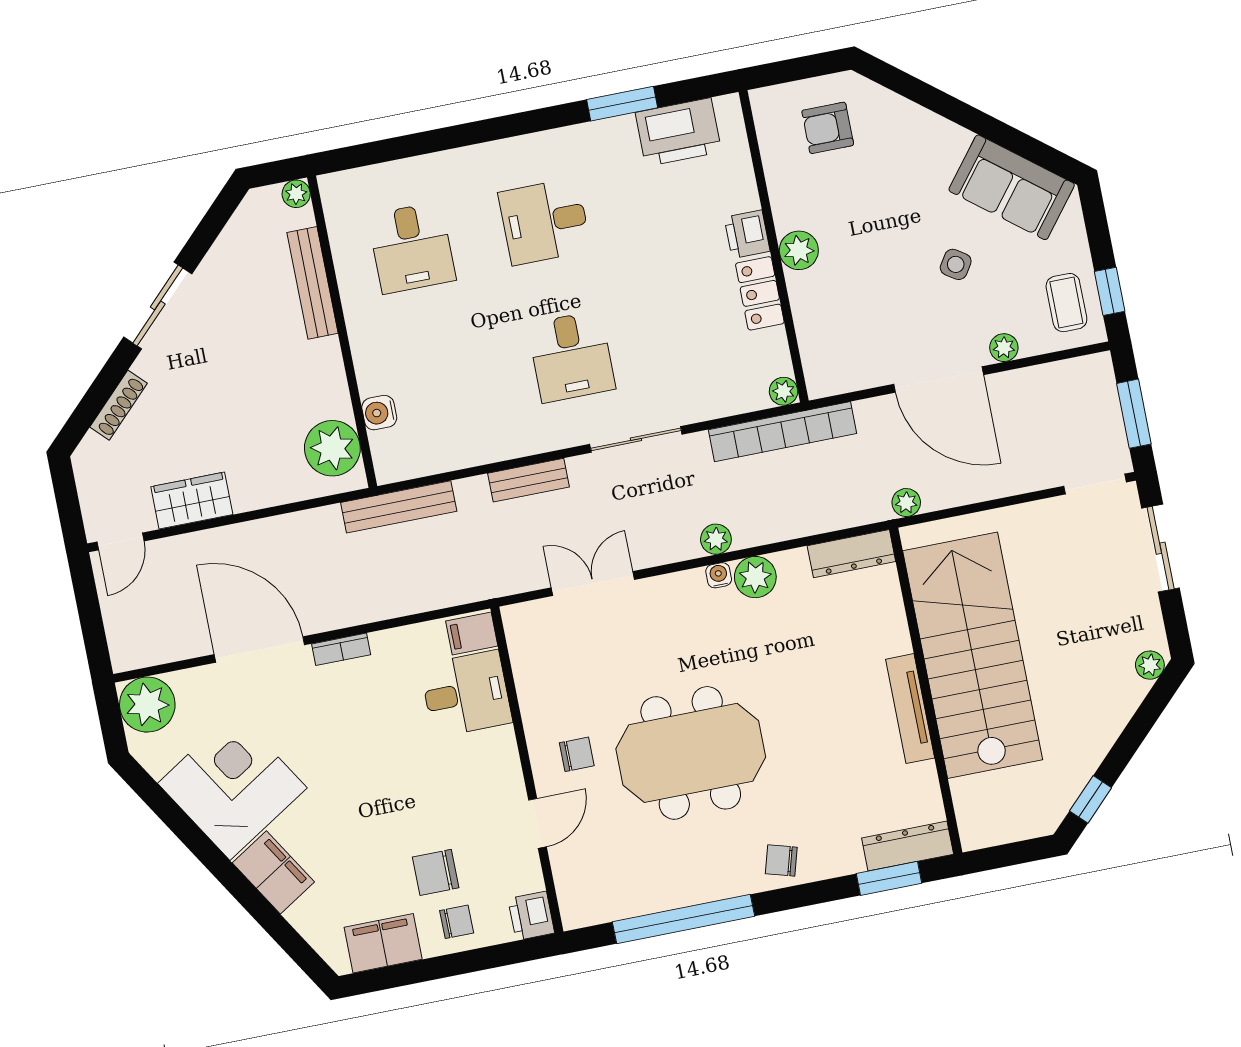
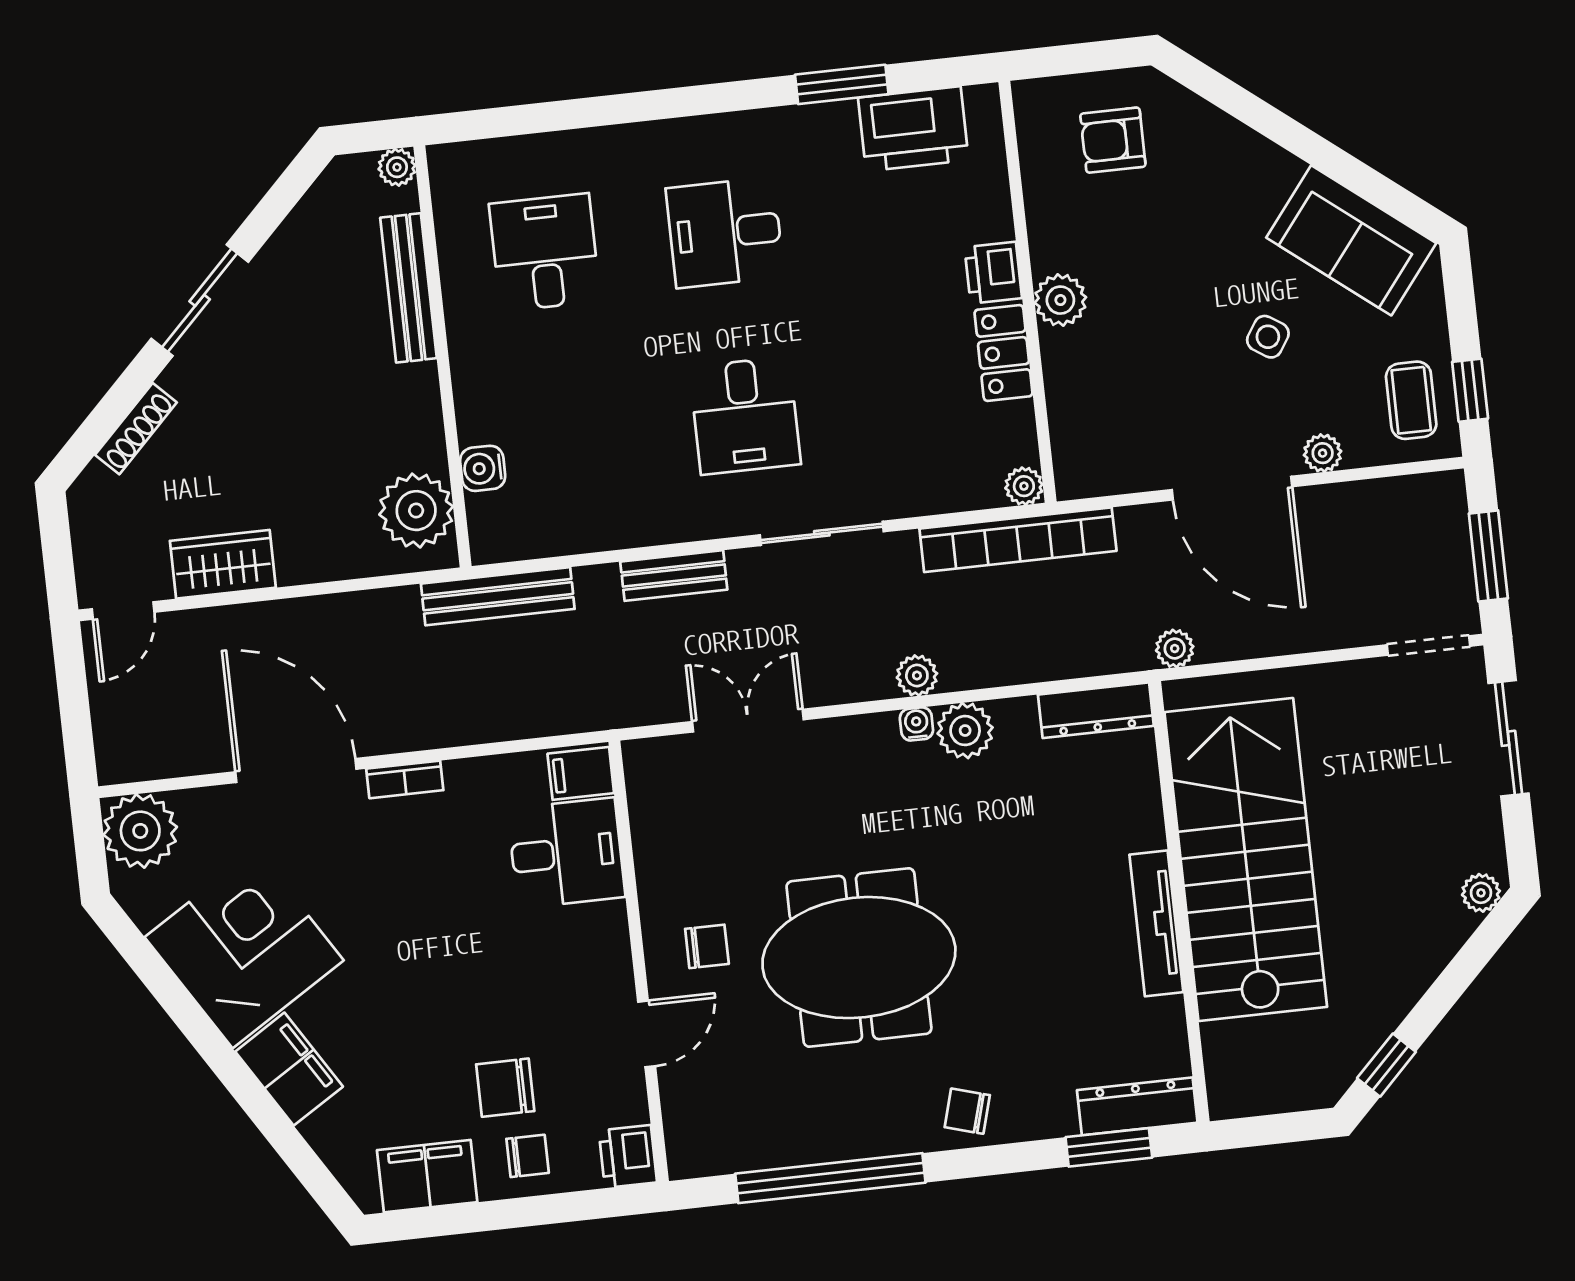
desk: (412, 248) -> (545, 252), turned 180

